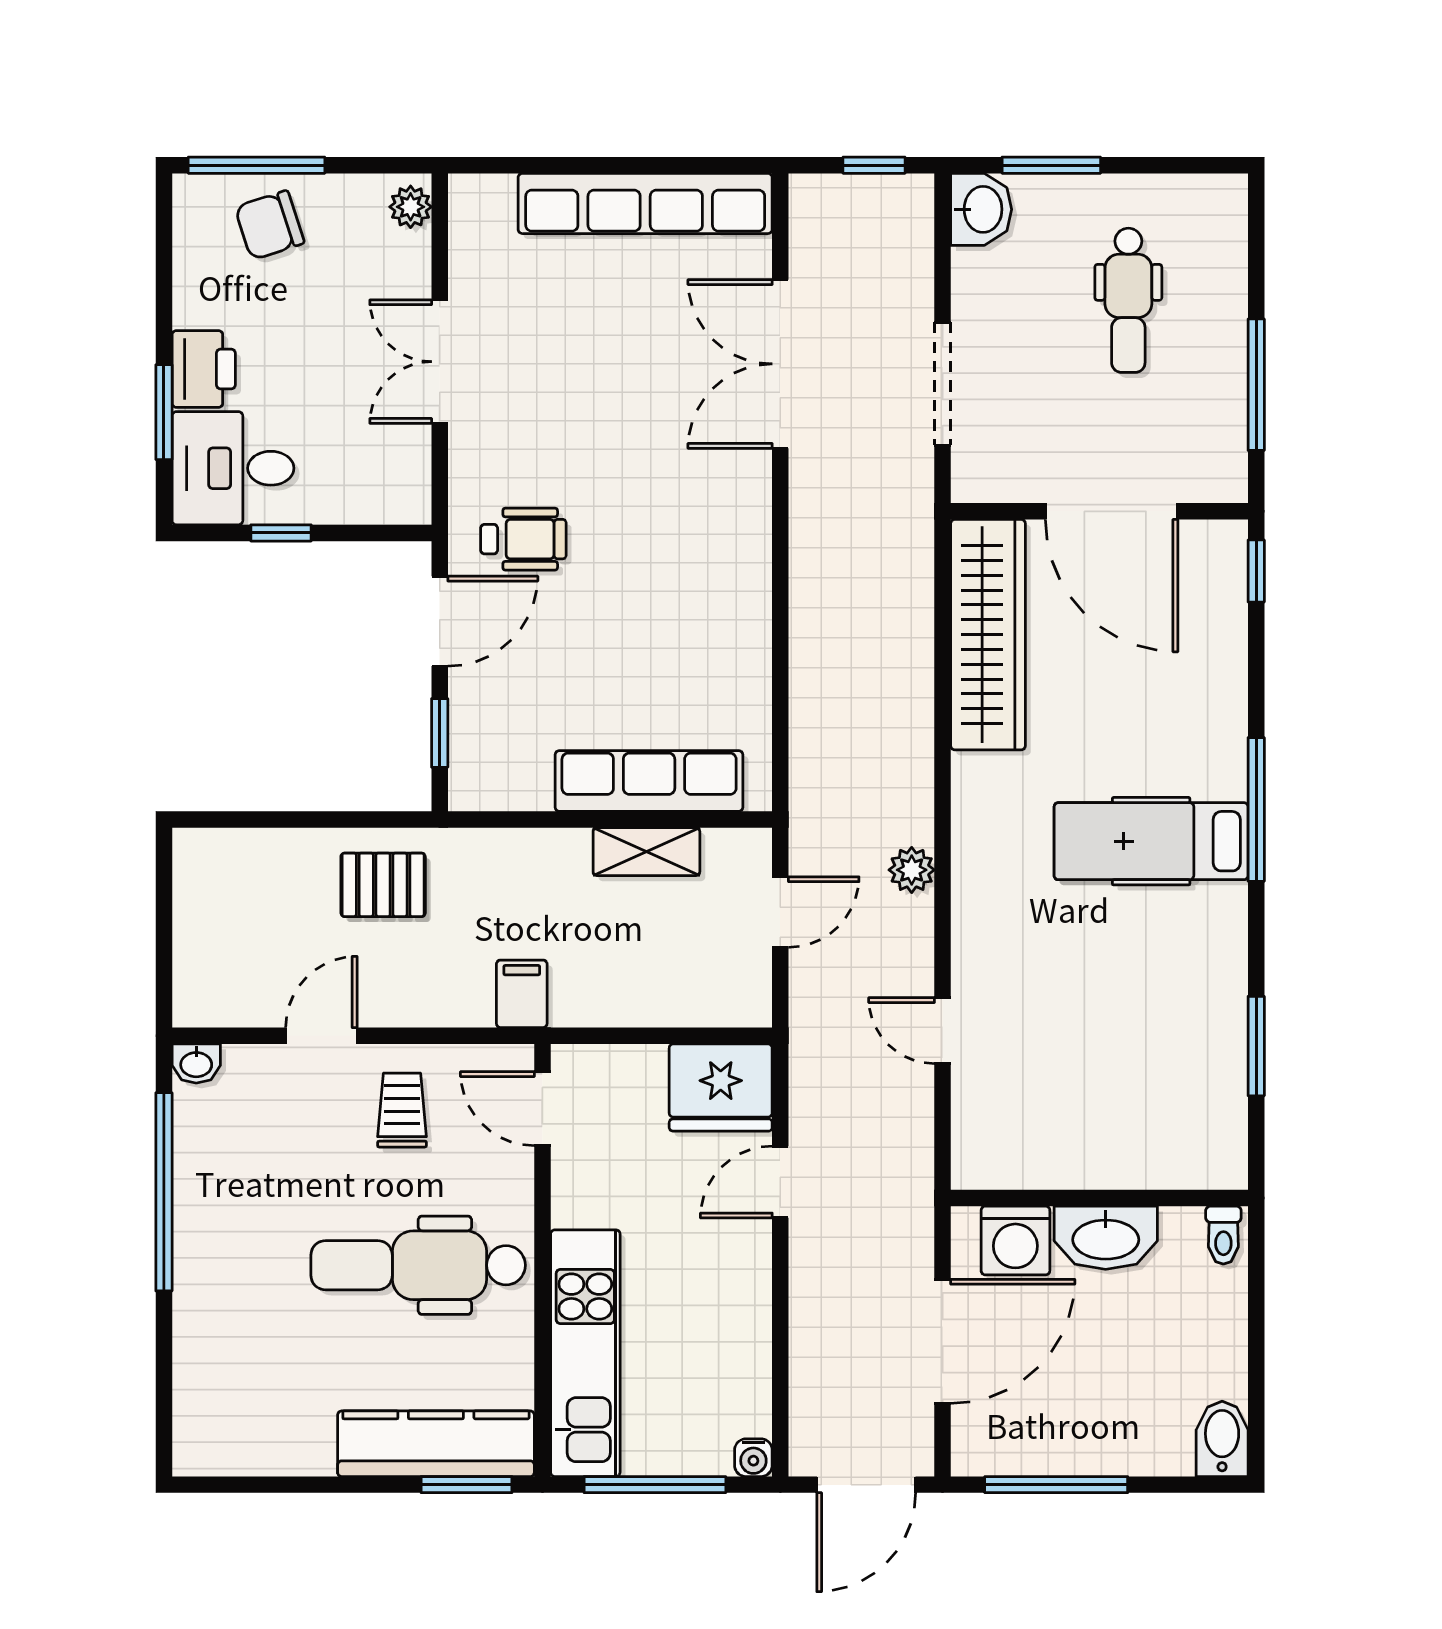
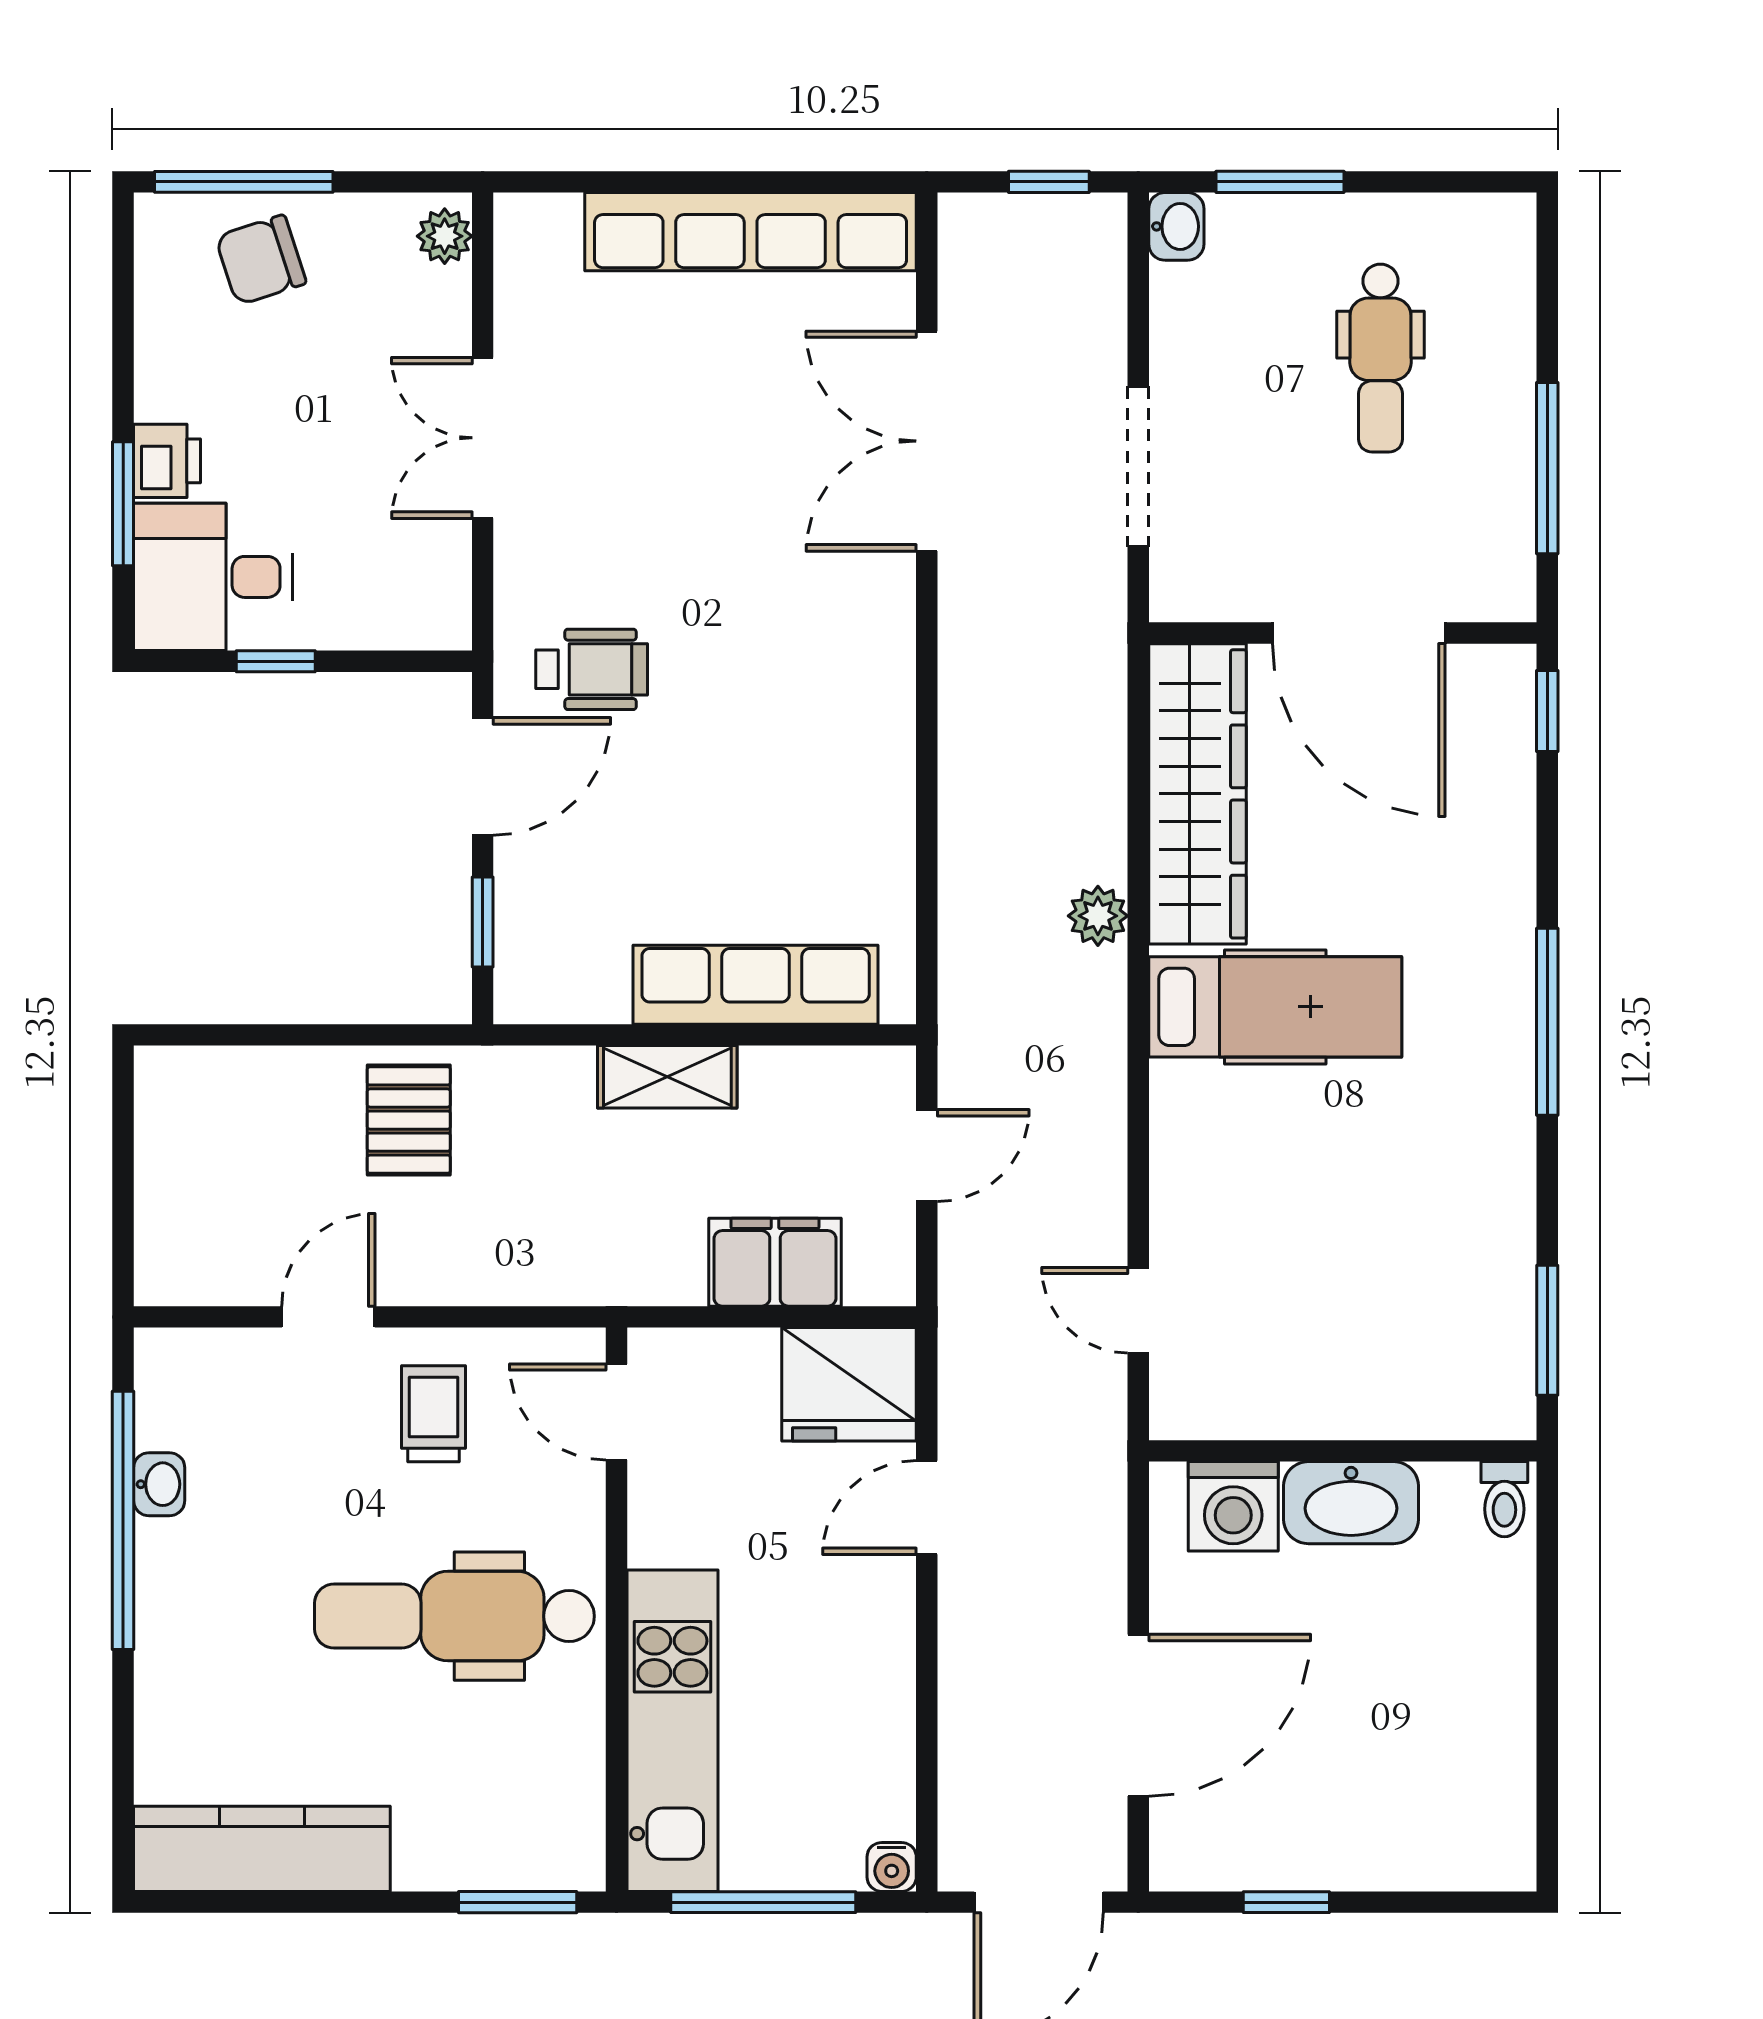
washbasin: (981, 209) -> (1176, 226), width x0.72, depth x0.69
printer: (204, 369) -> (167, 461), width x0.73, depth x0.81
hospital bed: (1151, 841) -> (1275, 1007), moved, turned 180
shelving: (646, 852) -> (667, 1077), moved
plant: (912, 870) -> (1098, 916), moved
pallet: (383, 885) -> (409, 1120), turned 90
filing cabinet: (522, 994) -> (775, 1262), moved, width x2.00
washbasin: (196, 1063) -> (159, 1484), moved, turned -90
wall: (1099, 1198) -> (1343, 1451), moved
toilet: (1223, 1235) -> (1504, 1499), moved
washbasin: (1106, 1238) -> (1351, 1503), moved
washing machine: (1015, 1240) -> (1233, 1506), moved
bidet: (1222, 1439) -> (1503, 1842), removed
kitchen counter: (436, 1444) -> (262, 1849), moved
window: (1056, 1485) -> (1286, 1902), width x0.46

